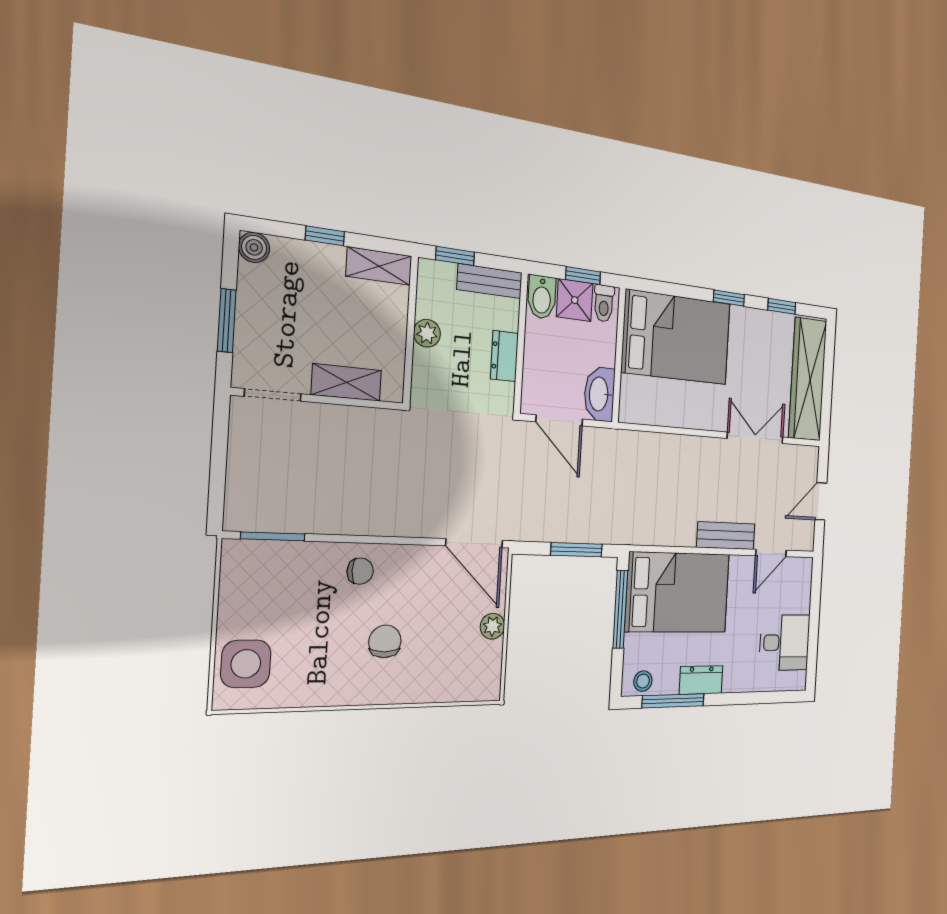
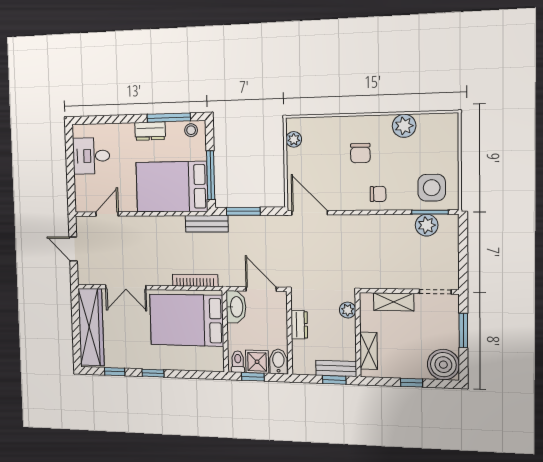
boiler: (254, 247) -> (443, 365), width x1.86, depth x1.86
shelving: (379, 266) -> (369, 351), moved, turned 90
bench: (490, 281) -> (336, 368), moved
plant: (427, 333) -> (348, 310), moved
bed: (676, 338) -> (187, 320), moved
bookcase: (656, 442) -> (195, 280), added
door: (821, 501) -> (73, 249), swing flipped
plant: (280, 514) -> (427, 225), added
bench: (726, 536) -> (207, 224), moved
chair: (360, 571) -> (378, 194), turned 180
plant: (492, 626) -> (294, 139), moved
side table: (246, 664) -> (432, 188), moved
plant: (308, 687) -> (404, 126), added

